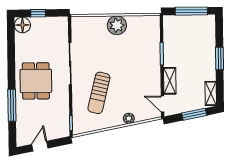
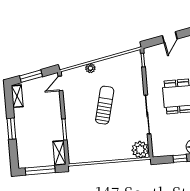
plant: (117, 25) -> (140, 150), moved
shelving: (170, 81) -> (59, 153), moved
sun lounger: (99, 93) -> (105, 105), moved
door: (163, 104) -> (60, 83), swing flipped

